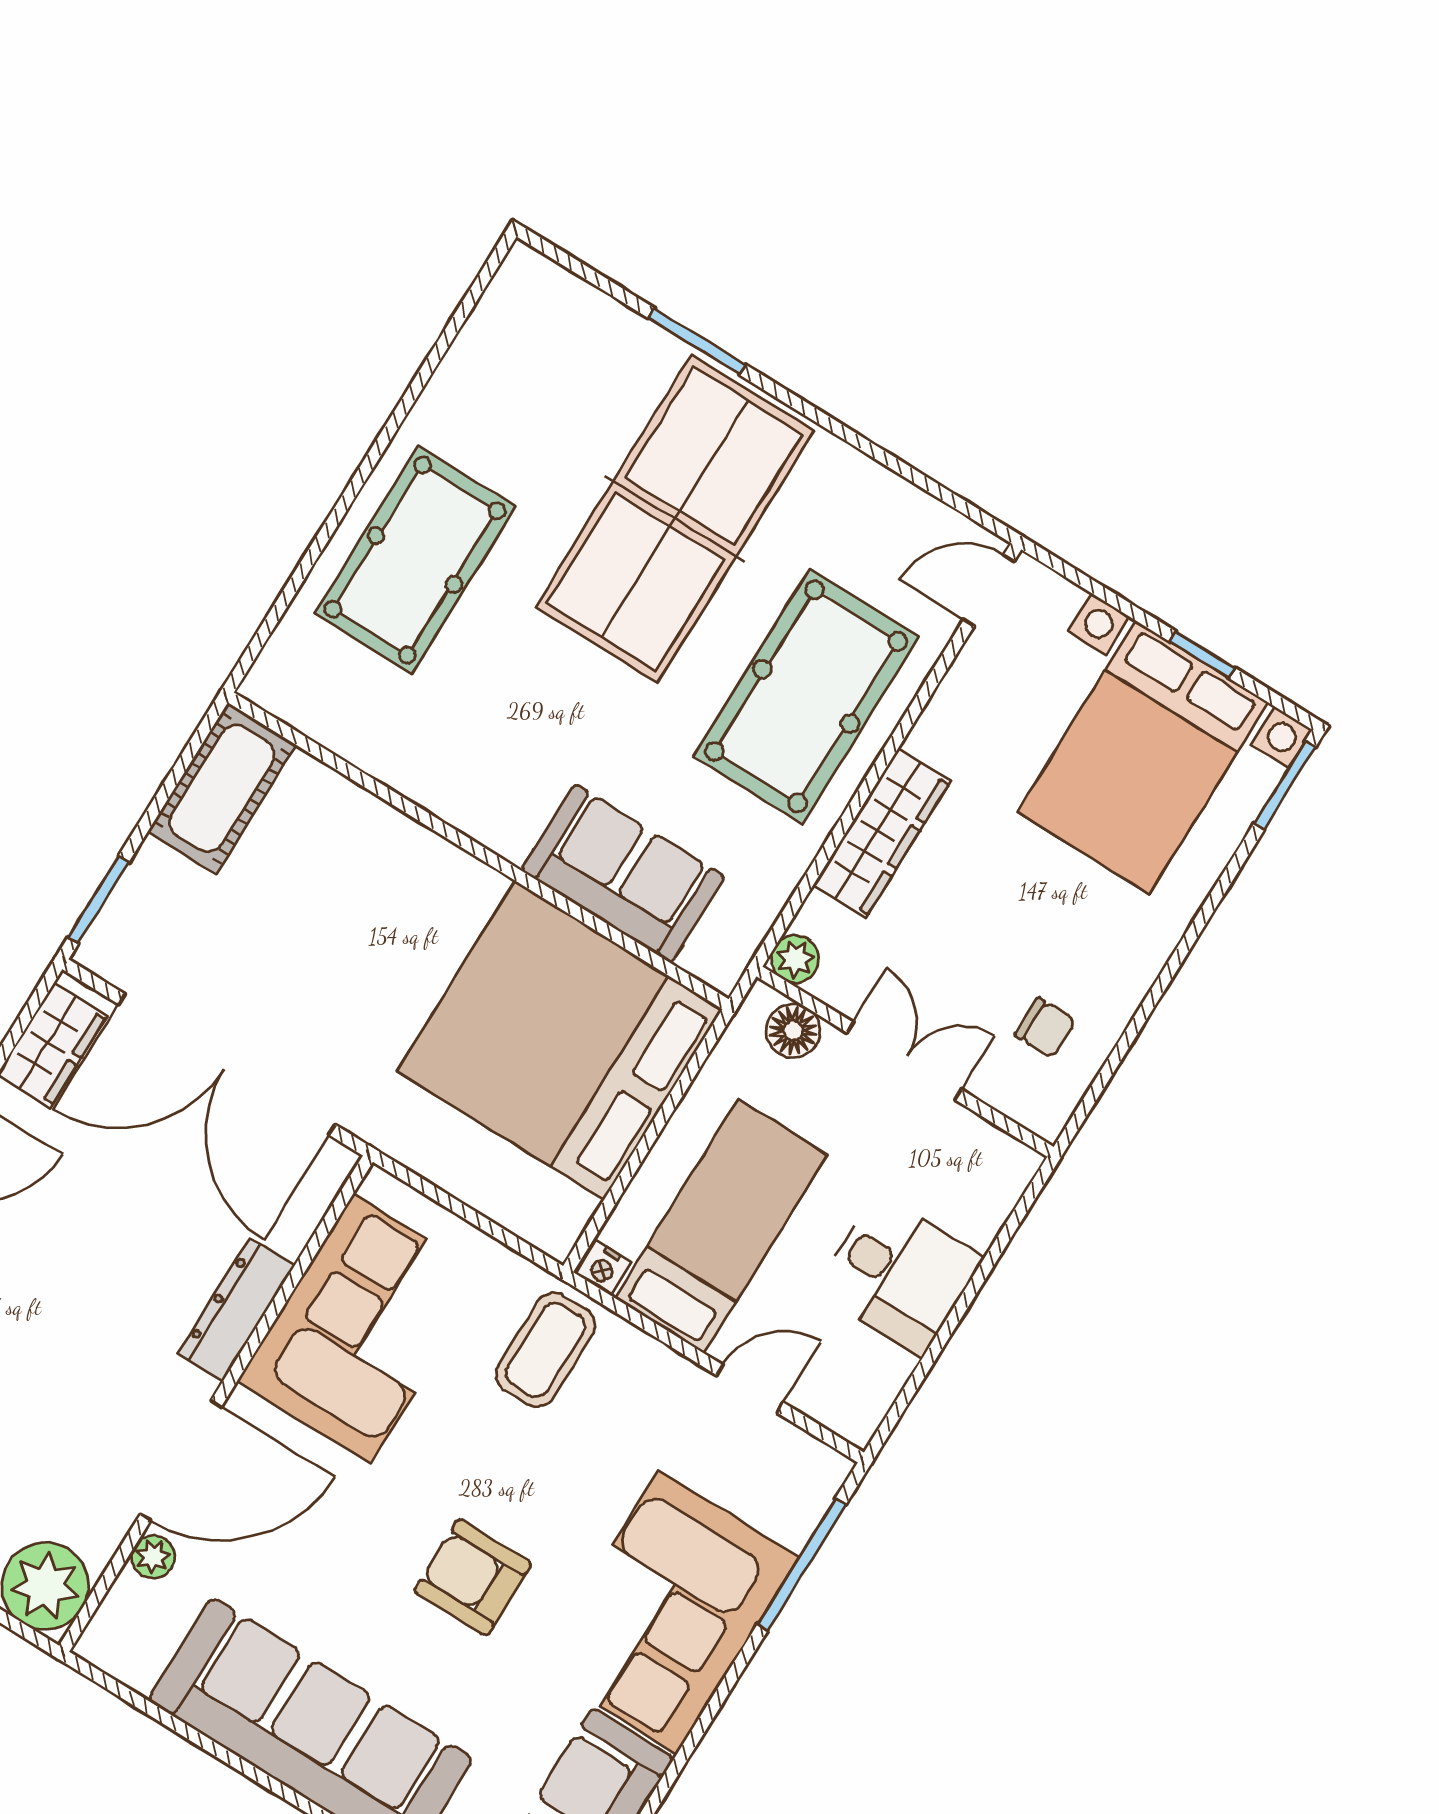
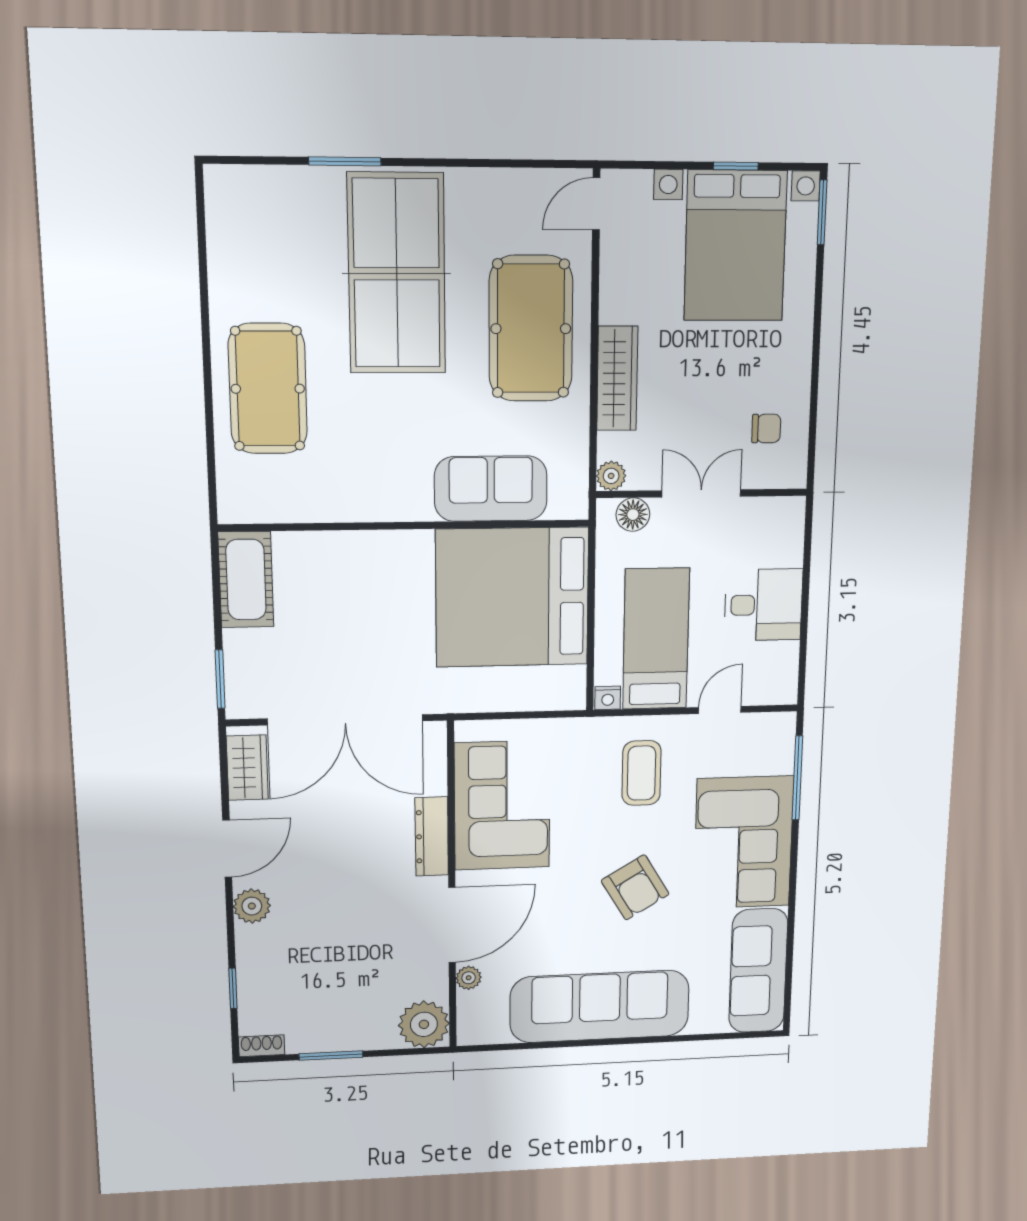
coffee table: (545, 1350) -> (641, 773), moved
armchair: (473, 1577) -> (635, 887), turned -121

